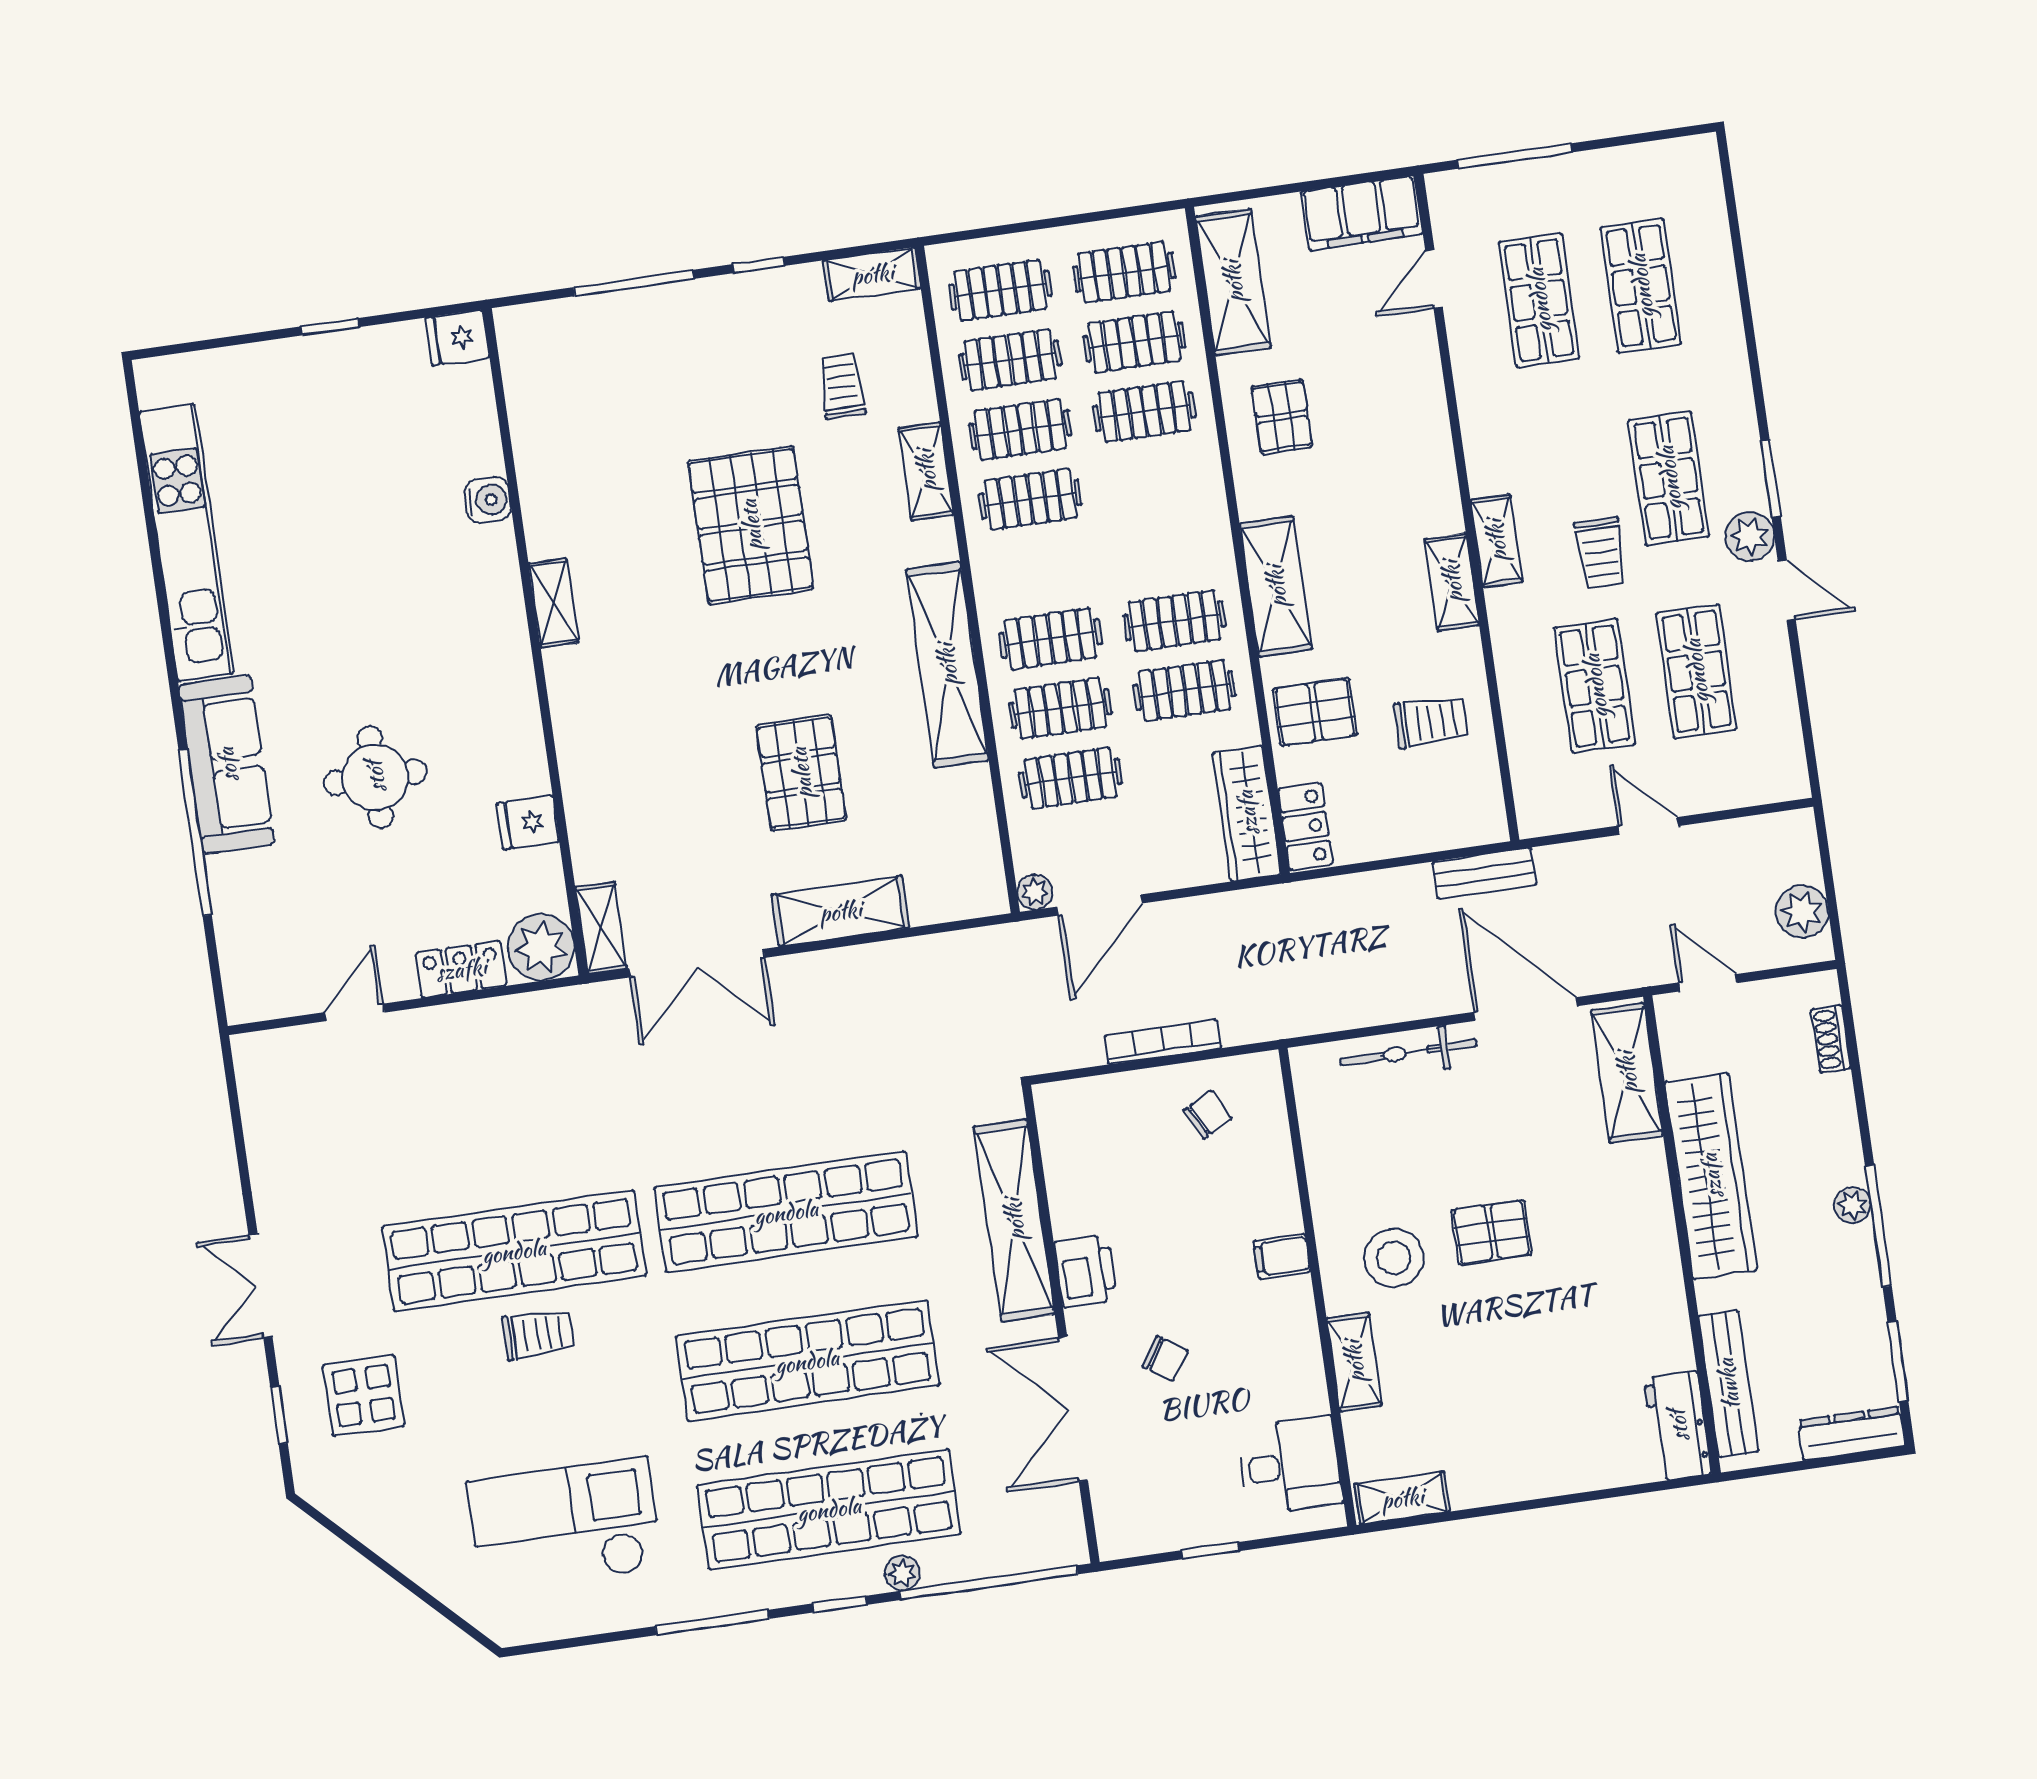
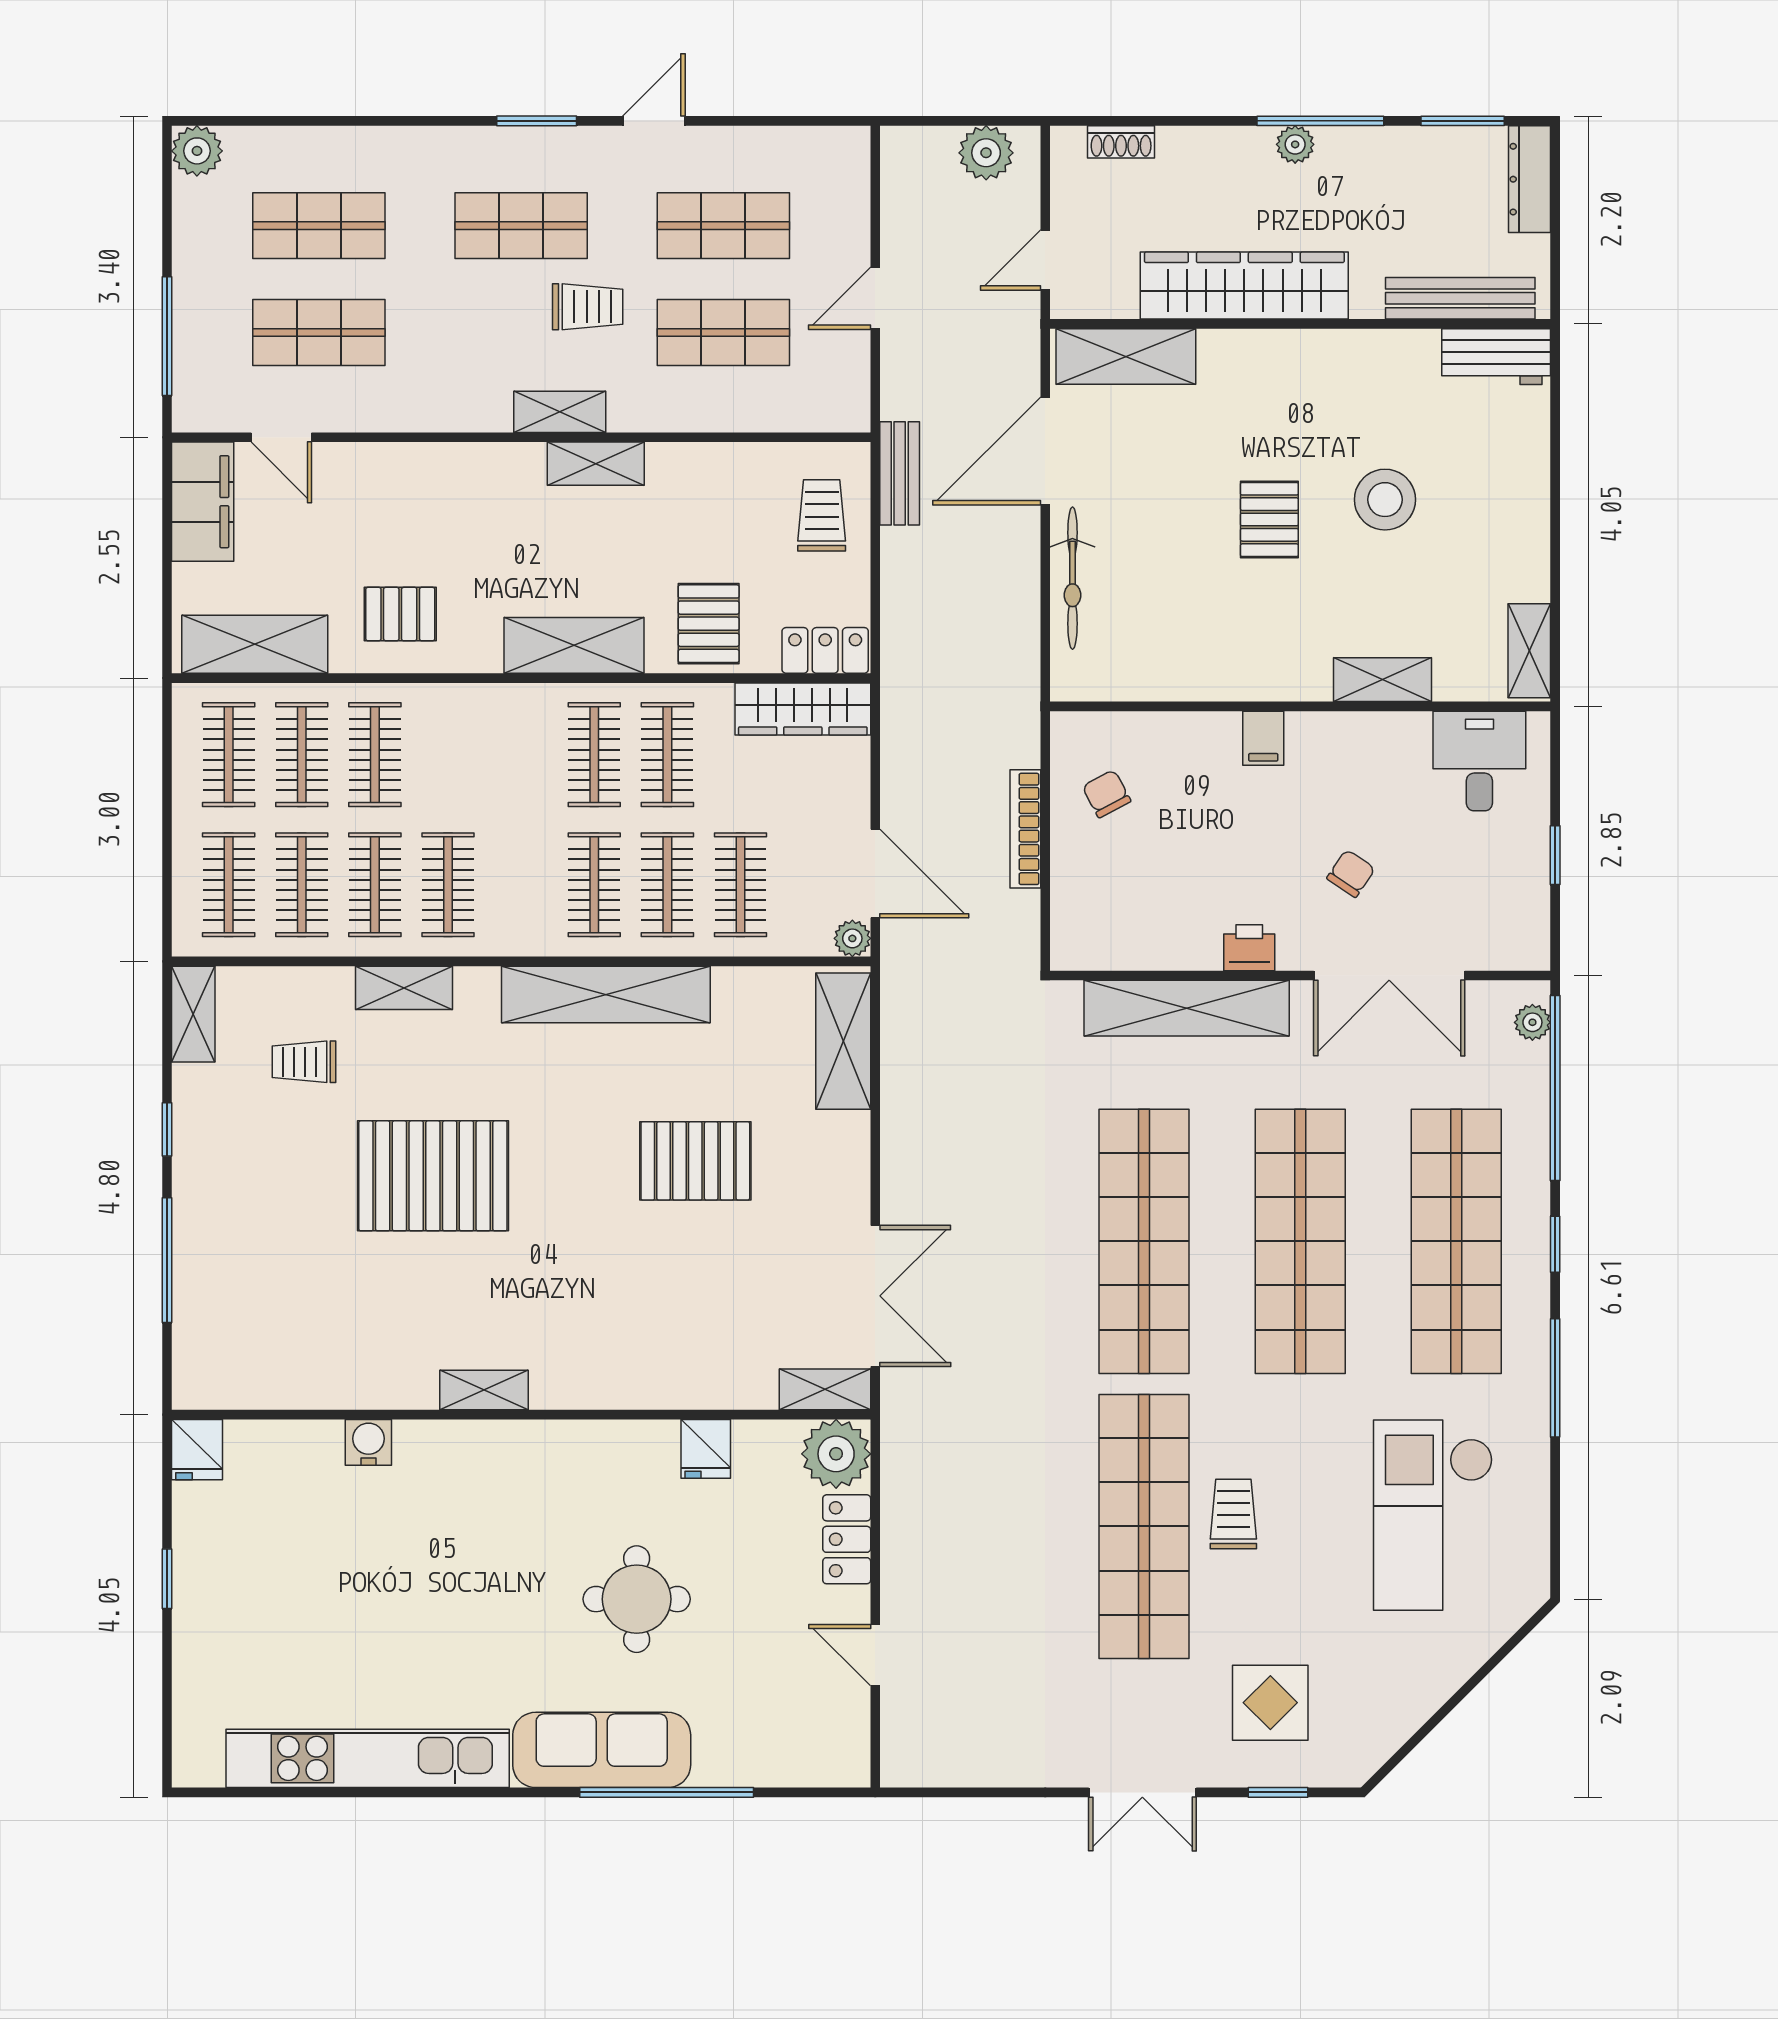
plant: (1750, 536) -> (197, 151), moved
trolley: (1431, 722) -> (822, 515), moved
shelving: (840, 911) -> (843, 1041), moved
stool: (1394, 1258) -> (1385, 500), moved
printer: (1086, 1271) -> (1249, 948), width x0.73, depth x0.81
plant: (902, 1573) -> (1532, 1022), moved

